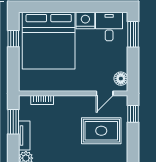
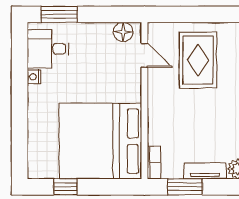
nightstand: (85, 20) -> (34, 77), width x0.53, depth x0.56
bed: (49, 41) -> (100, 141), moved, turned 180
bookcase: (42, 100) -> (154, 163), moved
window: (133, 114) -> (174, 14), removed

